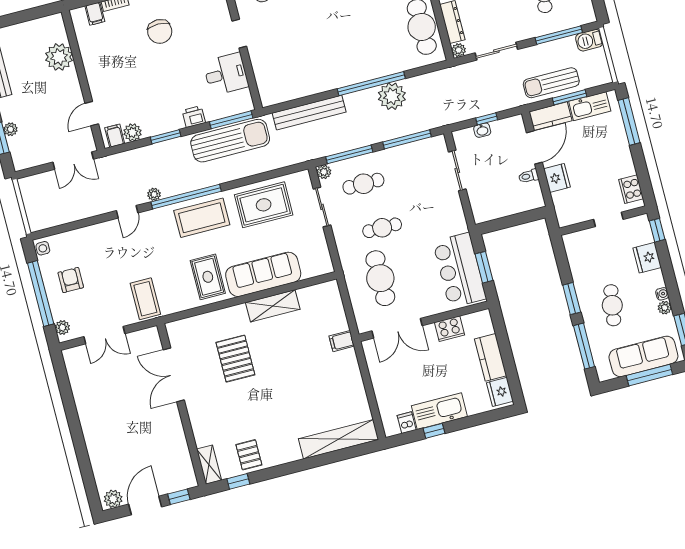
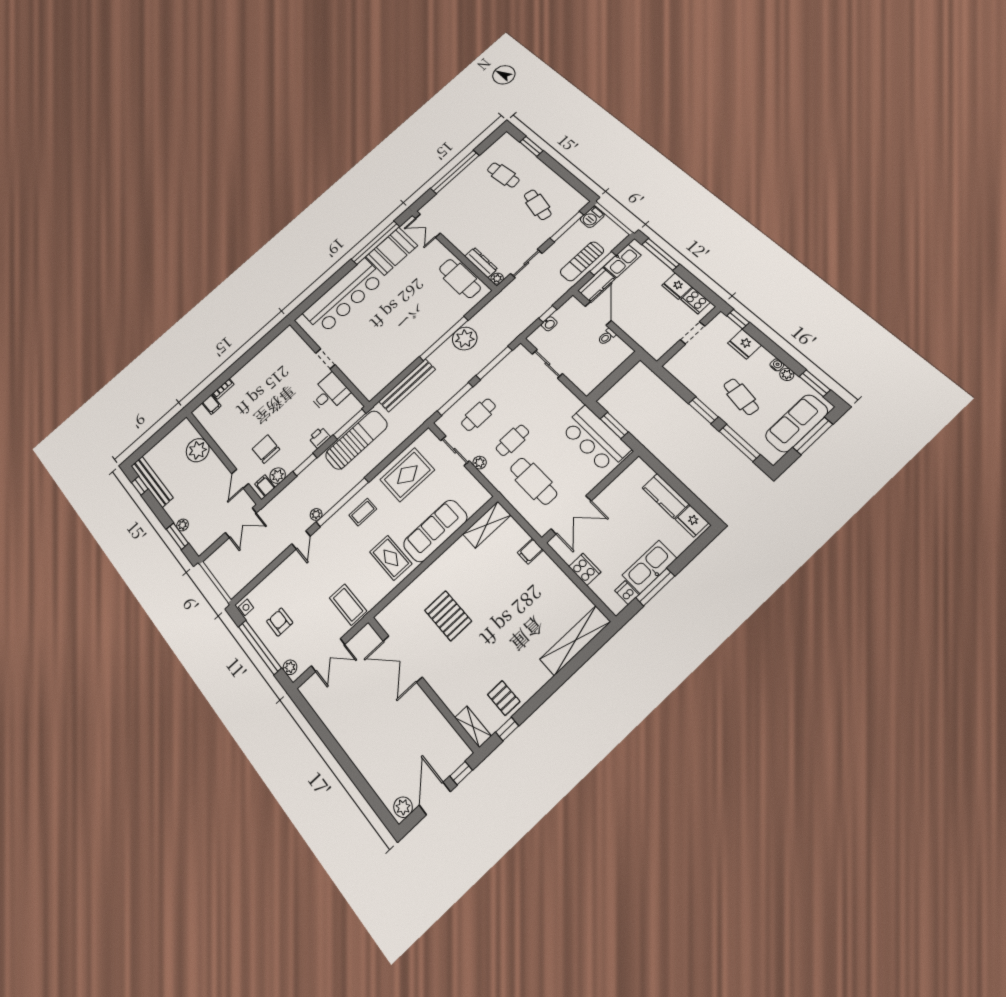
chair: (160, 32) -> (266, 449), moved, turned 180
plant: (324, 172) -> (480, 463), moved
fridge: (557, 178) -> (677, 286), moved, turned 180
coffee table: (202, 218) -> (363, 512), width x0.54, depth x0.58
shelving: (273, 306) -> (487, 525), moved
cooker: (449, 329) -> (585, 569), moved, turned -90
window: (434, 431) -> (655, 587), width x2.17

